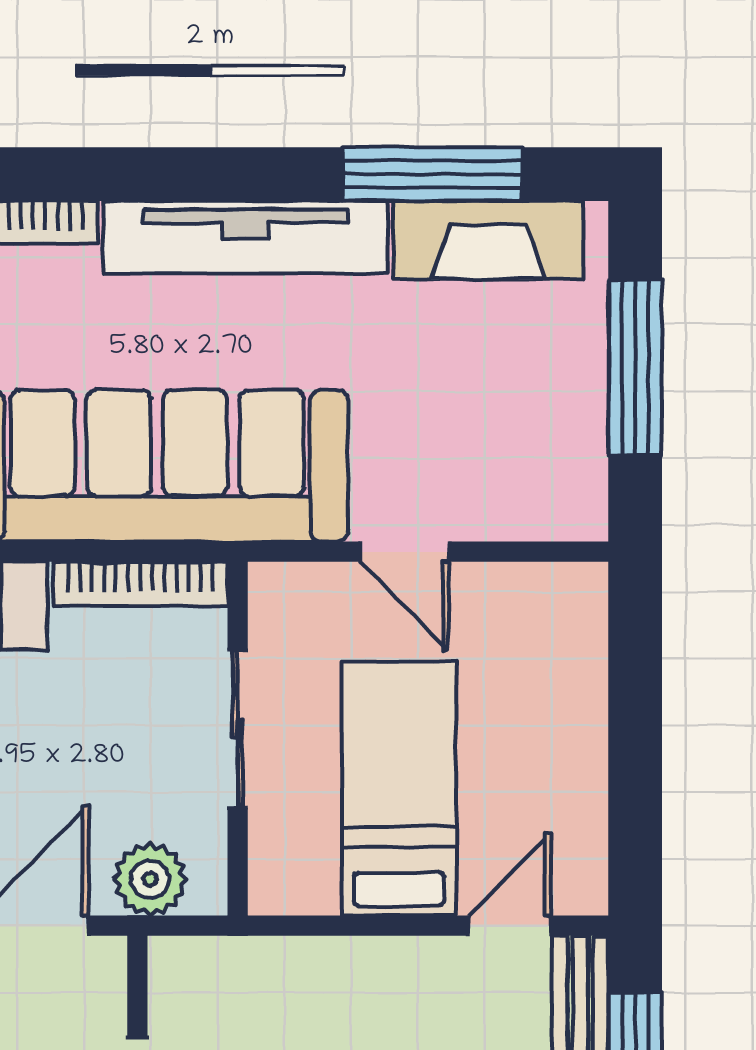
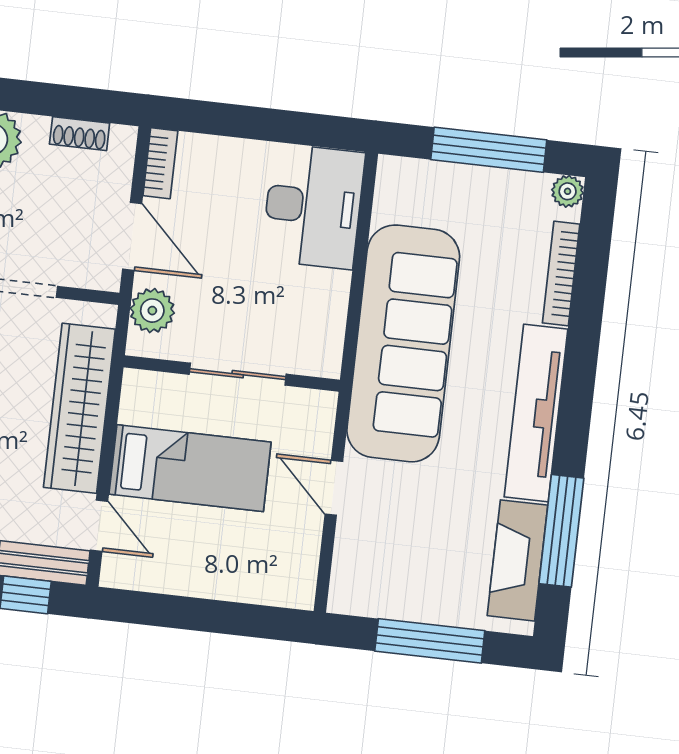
door: (404, 552) -> (334, 488), hinge flipped
bookcase: (140, 584) -> (332, 325), removed
wardrobe: (322, 979) -> (79, 408), added

